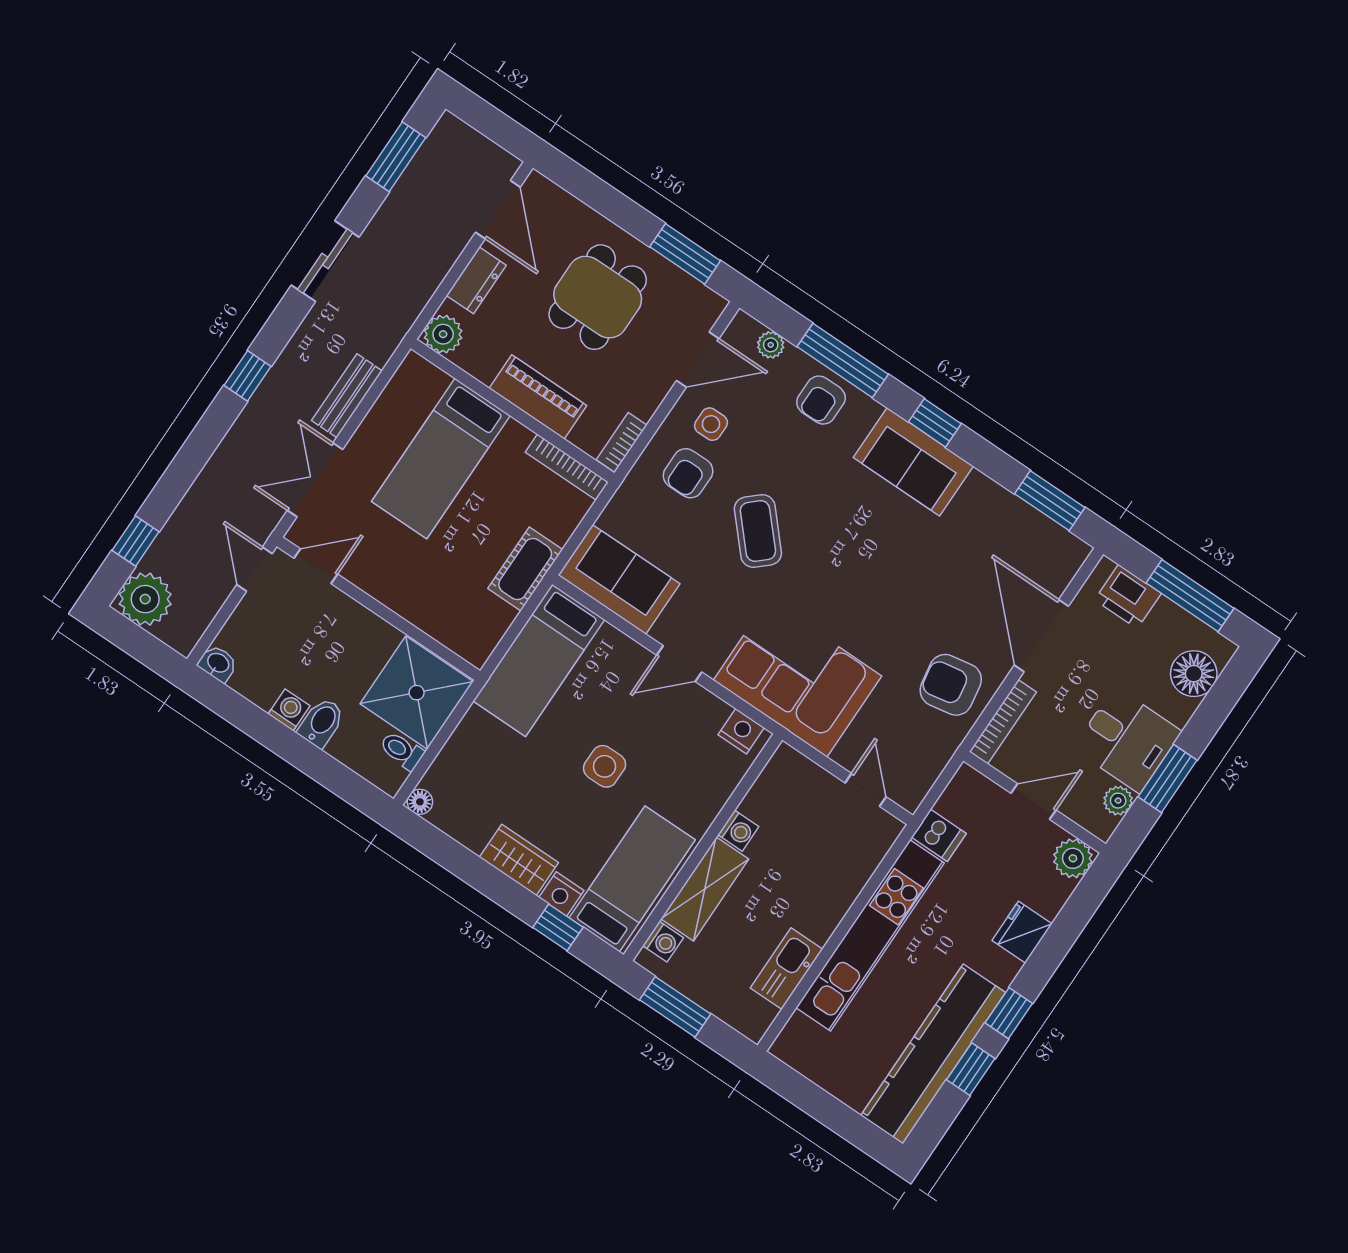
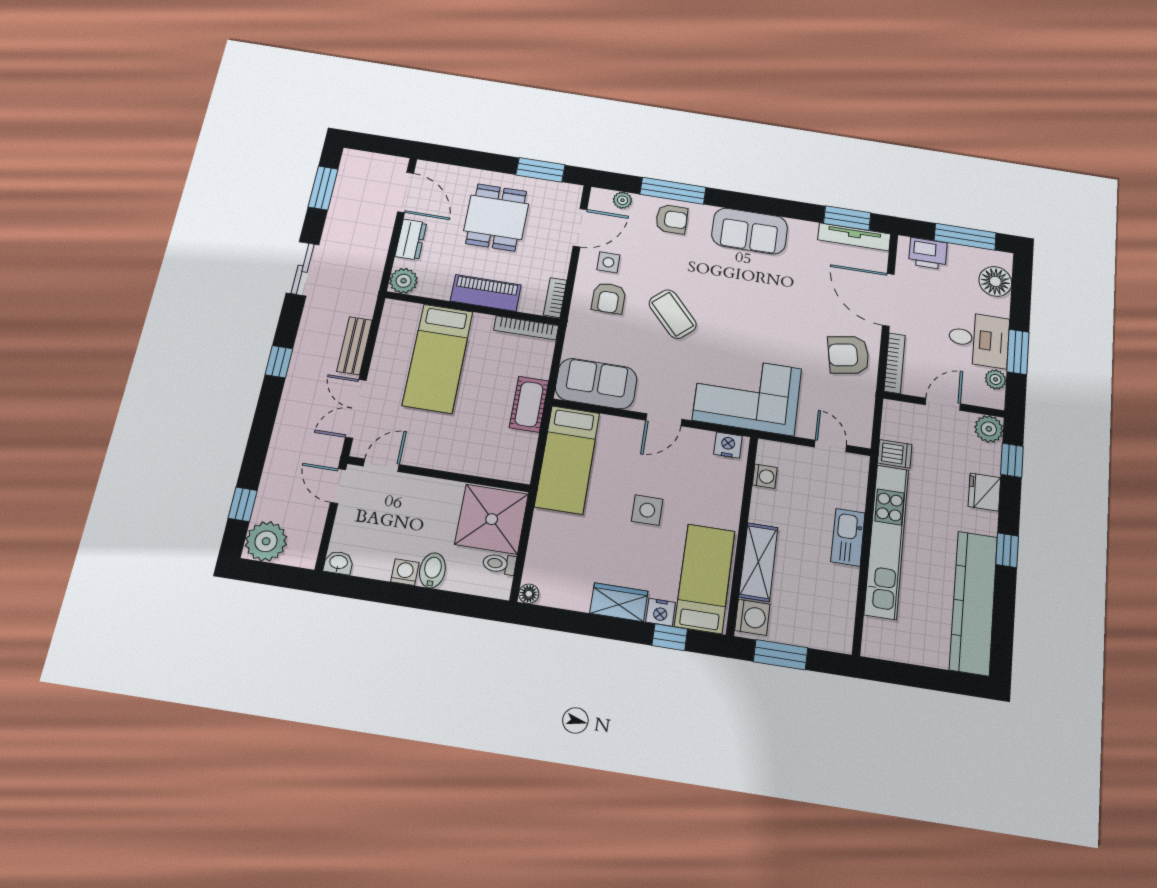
armchair: (821, 400) -> (672, 219), turned -90
window: (935, 423) -> (750, 203), removed
tv unit: (1045, 531) -> (854, 237), added
washing machine: (738, 831) -> (765, 476), moved
washing machine: (663, 942) -> (752, 617), width x1.38, depth x1.38
kitchen sink: (786, 969) -> (848, 537), moved
window: (971, 1069) -> (1012, 460), moved

